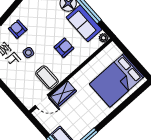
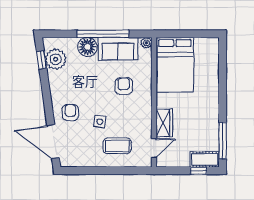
armchair: (18, 29) -> (70, 112), turned 90
coffee table: (47, 77) -> (117, 146), moved
bed: (117, 80) -> (175, 65), moved

